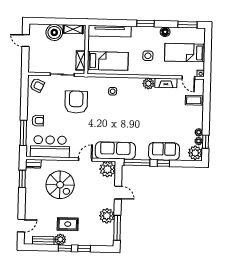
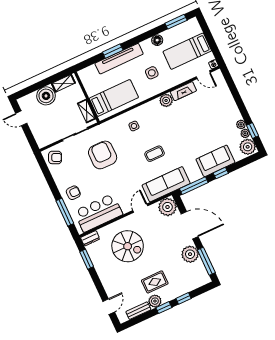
window: (146, 24) -> (113, 51), moved
tv unit: (110, 31) -> (119, 59), moved
coffee table: (194, 100) -> (155, 154), moved
door: (118, 193) -> (190, 225), width x1.87

